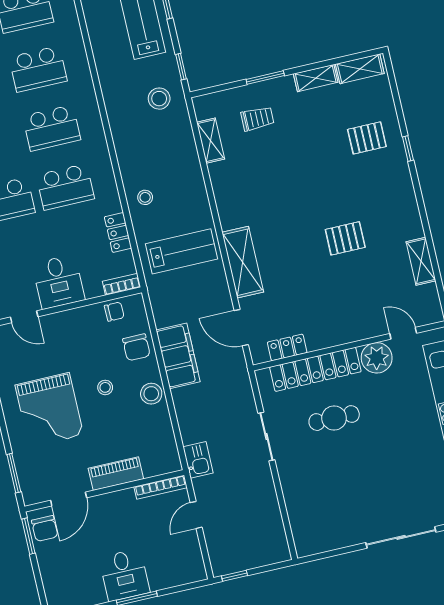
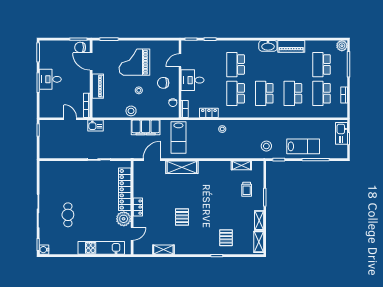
lab bench: (181, 251) -> (178, 137), moved
chair: (136, 347) -> (163, 83), moved
locker: (287, 347) -> (138, 207), moved
cafe table: (334, 418) -> (68, 215), moved

